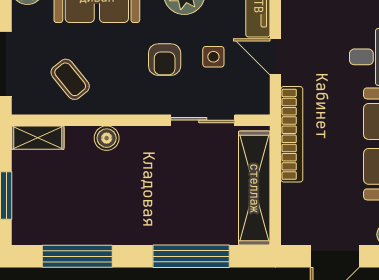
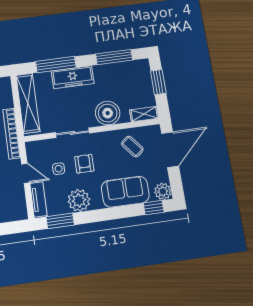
sliding door: (203, 120) -> (73, 133), moved
boiler: (107, 138) -> (108, 113), width x1.86, depth x1.86
freezer: (163, 227) -> (73, 77), added

